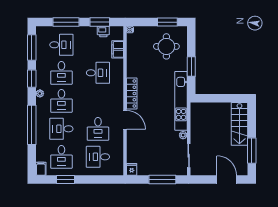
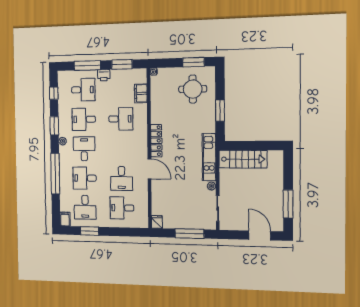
printer: (103, 32) -> (104, 75), moved
window: (32, 47) -> (54, 93), width x0.46
desk: (61, 73) -> (84, 119), turned 90
desk: (61, 101) -> (84, 149), turned 180
kitchen unit: (181, 101) -> (209, 157), width x0.73
stairs: (239, 124) -> (243, 159), moved, turned -90

